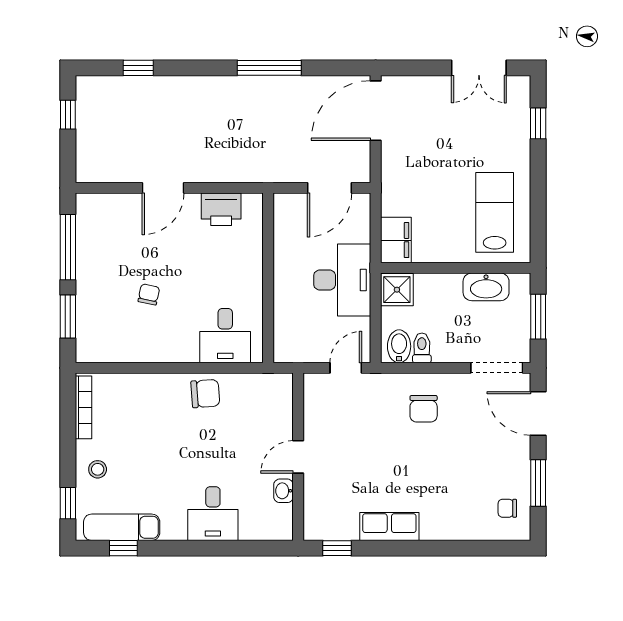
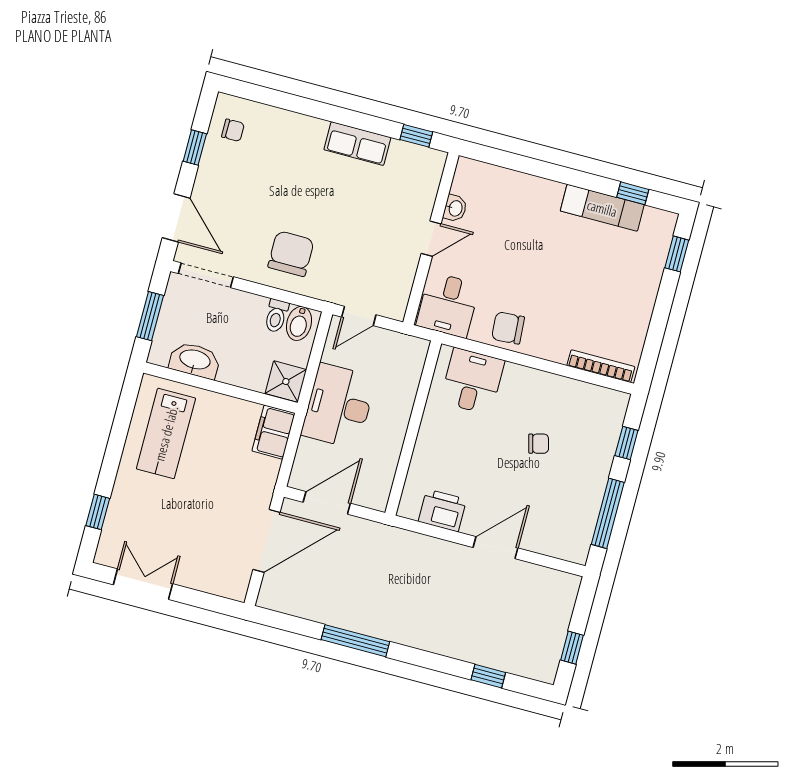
door: (376, 111) -> (267, 541), moved
chair: (149, 294) -> (539, 444), turned -117
window: (68, 317) -> (626, 443), width x0.67
bookcase: (84, 407) -> (601, 366), moved, turned 90
chair: (424, 409) -> (291, 254), width x1.37, depth x1.37
stool: (98, 469) -> (638, 280), removed
window: (538, 483) -> (195, 147), width x0.67
desk: (213, 514) -> (448, 305), moved, turned 180
exam couch: (122, 527) -> (602, 208), moved

